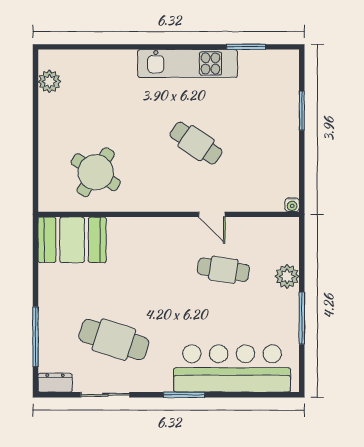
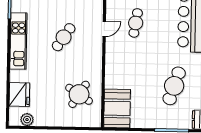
fridge: (93, 67) -> (19, 95), added

